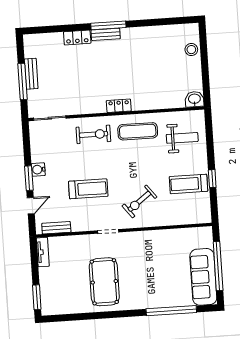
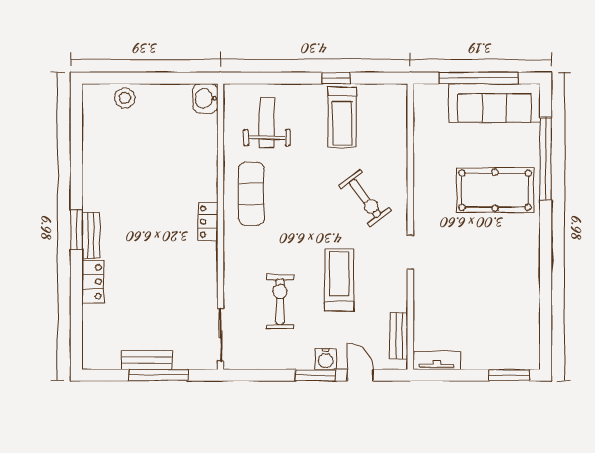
window: (108, 25) -> (76, 230), width x0.69
exercise bike: (93, 134) -> (280, 302), moved
water cooler: (38, 170) -> (326, 359), moved
pool table: (104, 282) -> (495, 190), moved

